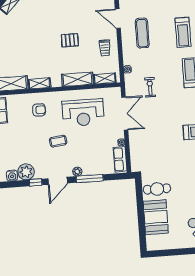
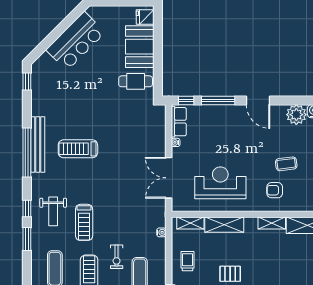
exercise bike: (150, 87) -> (117, 257), moved
coffee table: (58, 141) -> (286, 164), moved
plant: (77, 172) -> (233, 110), removed
door: (58, 181) -> (258, 100), swing flipped
window: (36, 182) -> (186, 100), moved
fridge: (153, 241) -> (145, 17), added

